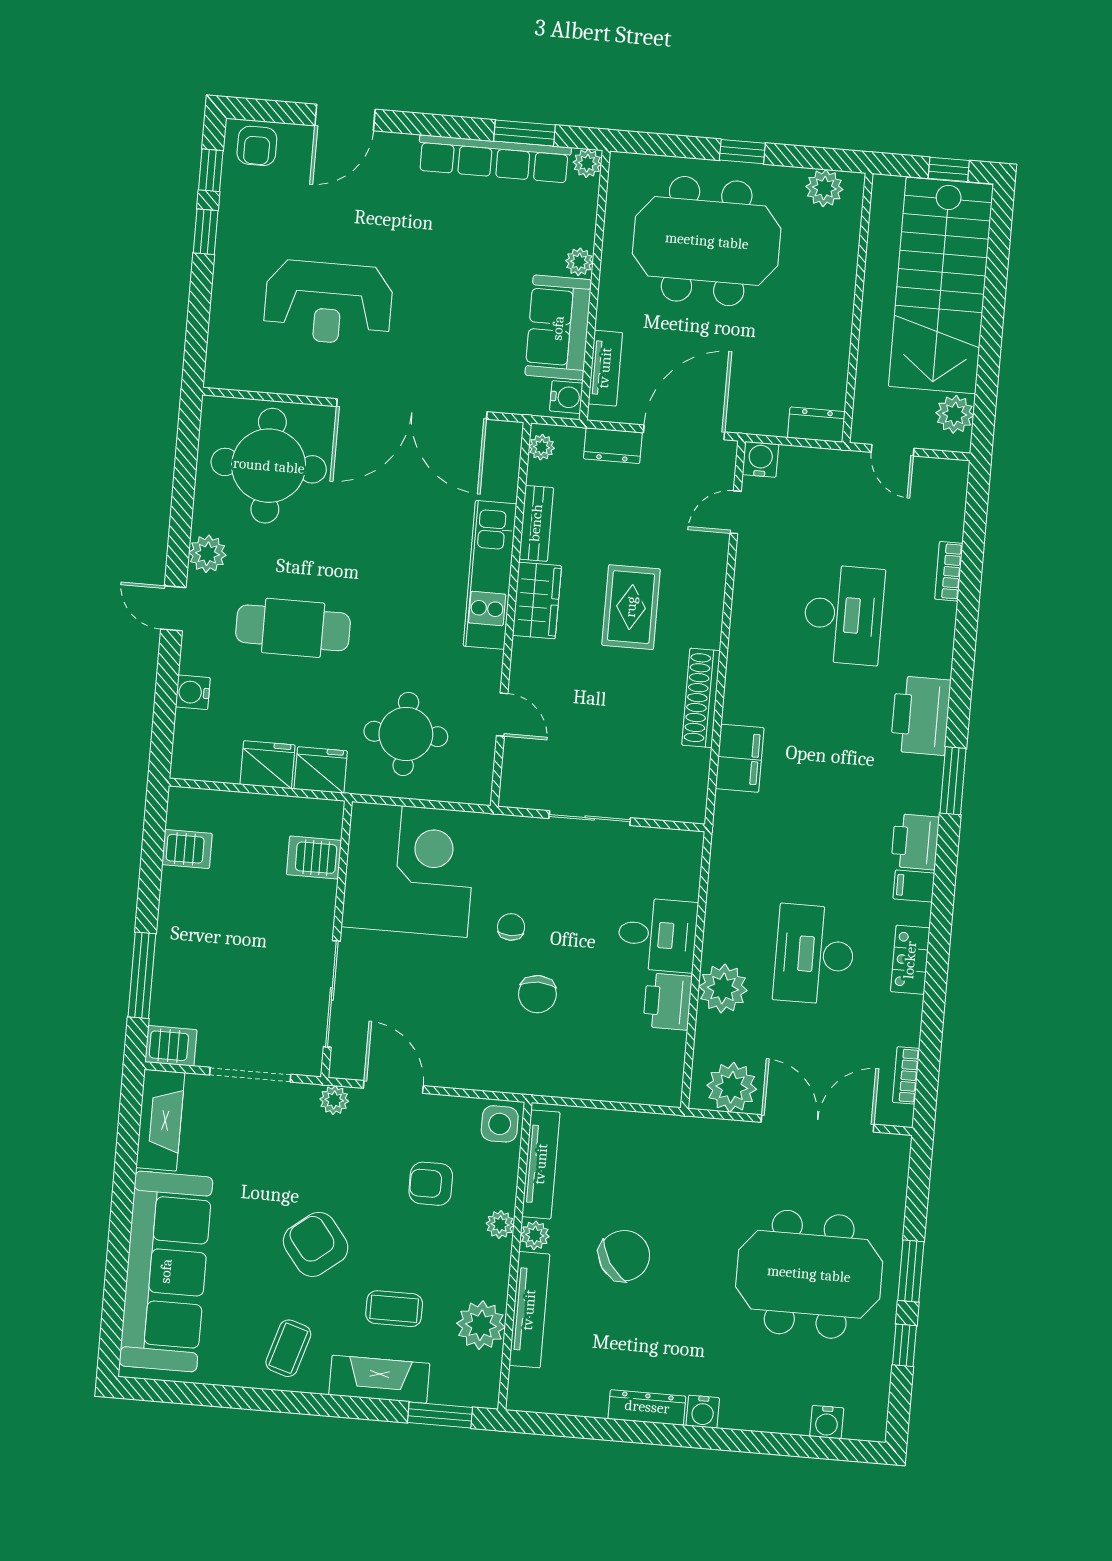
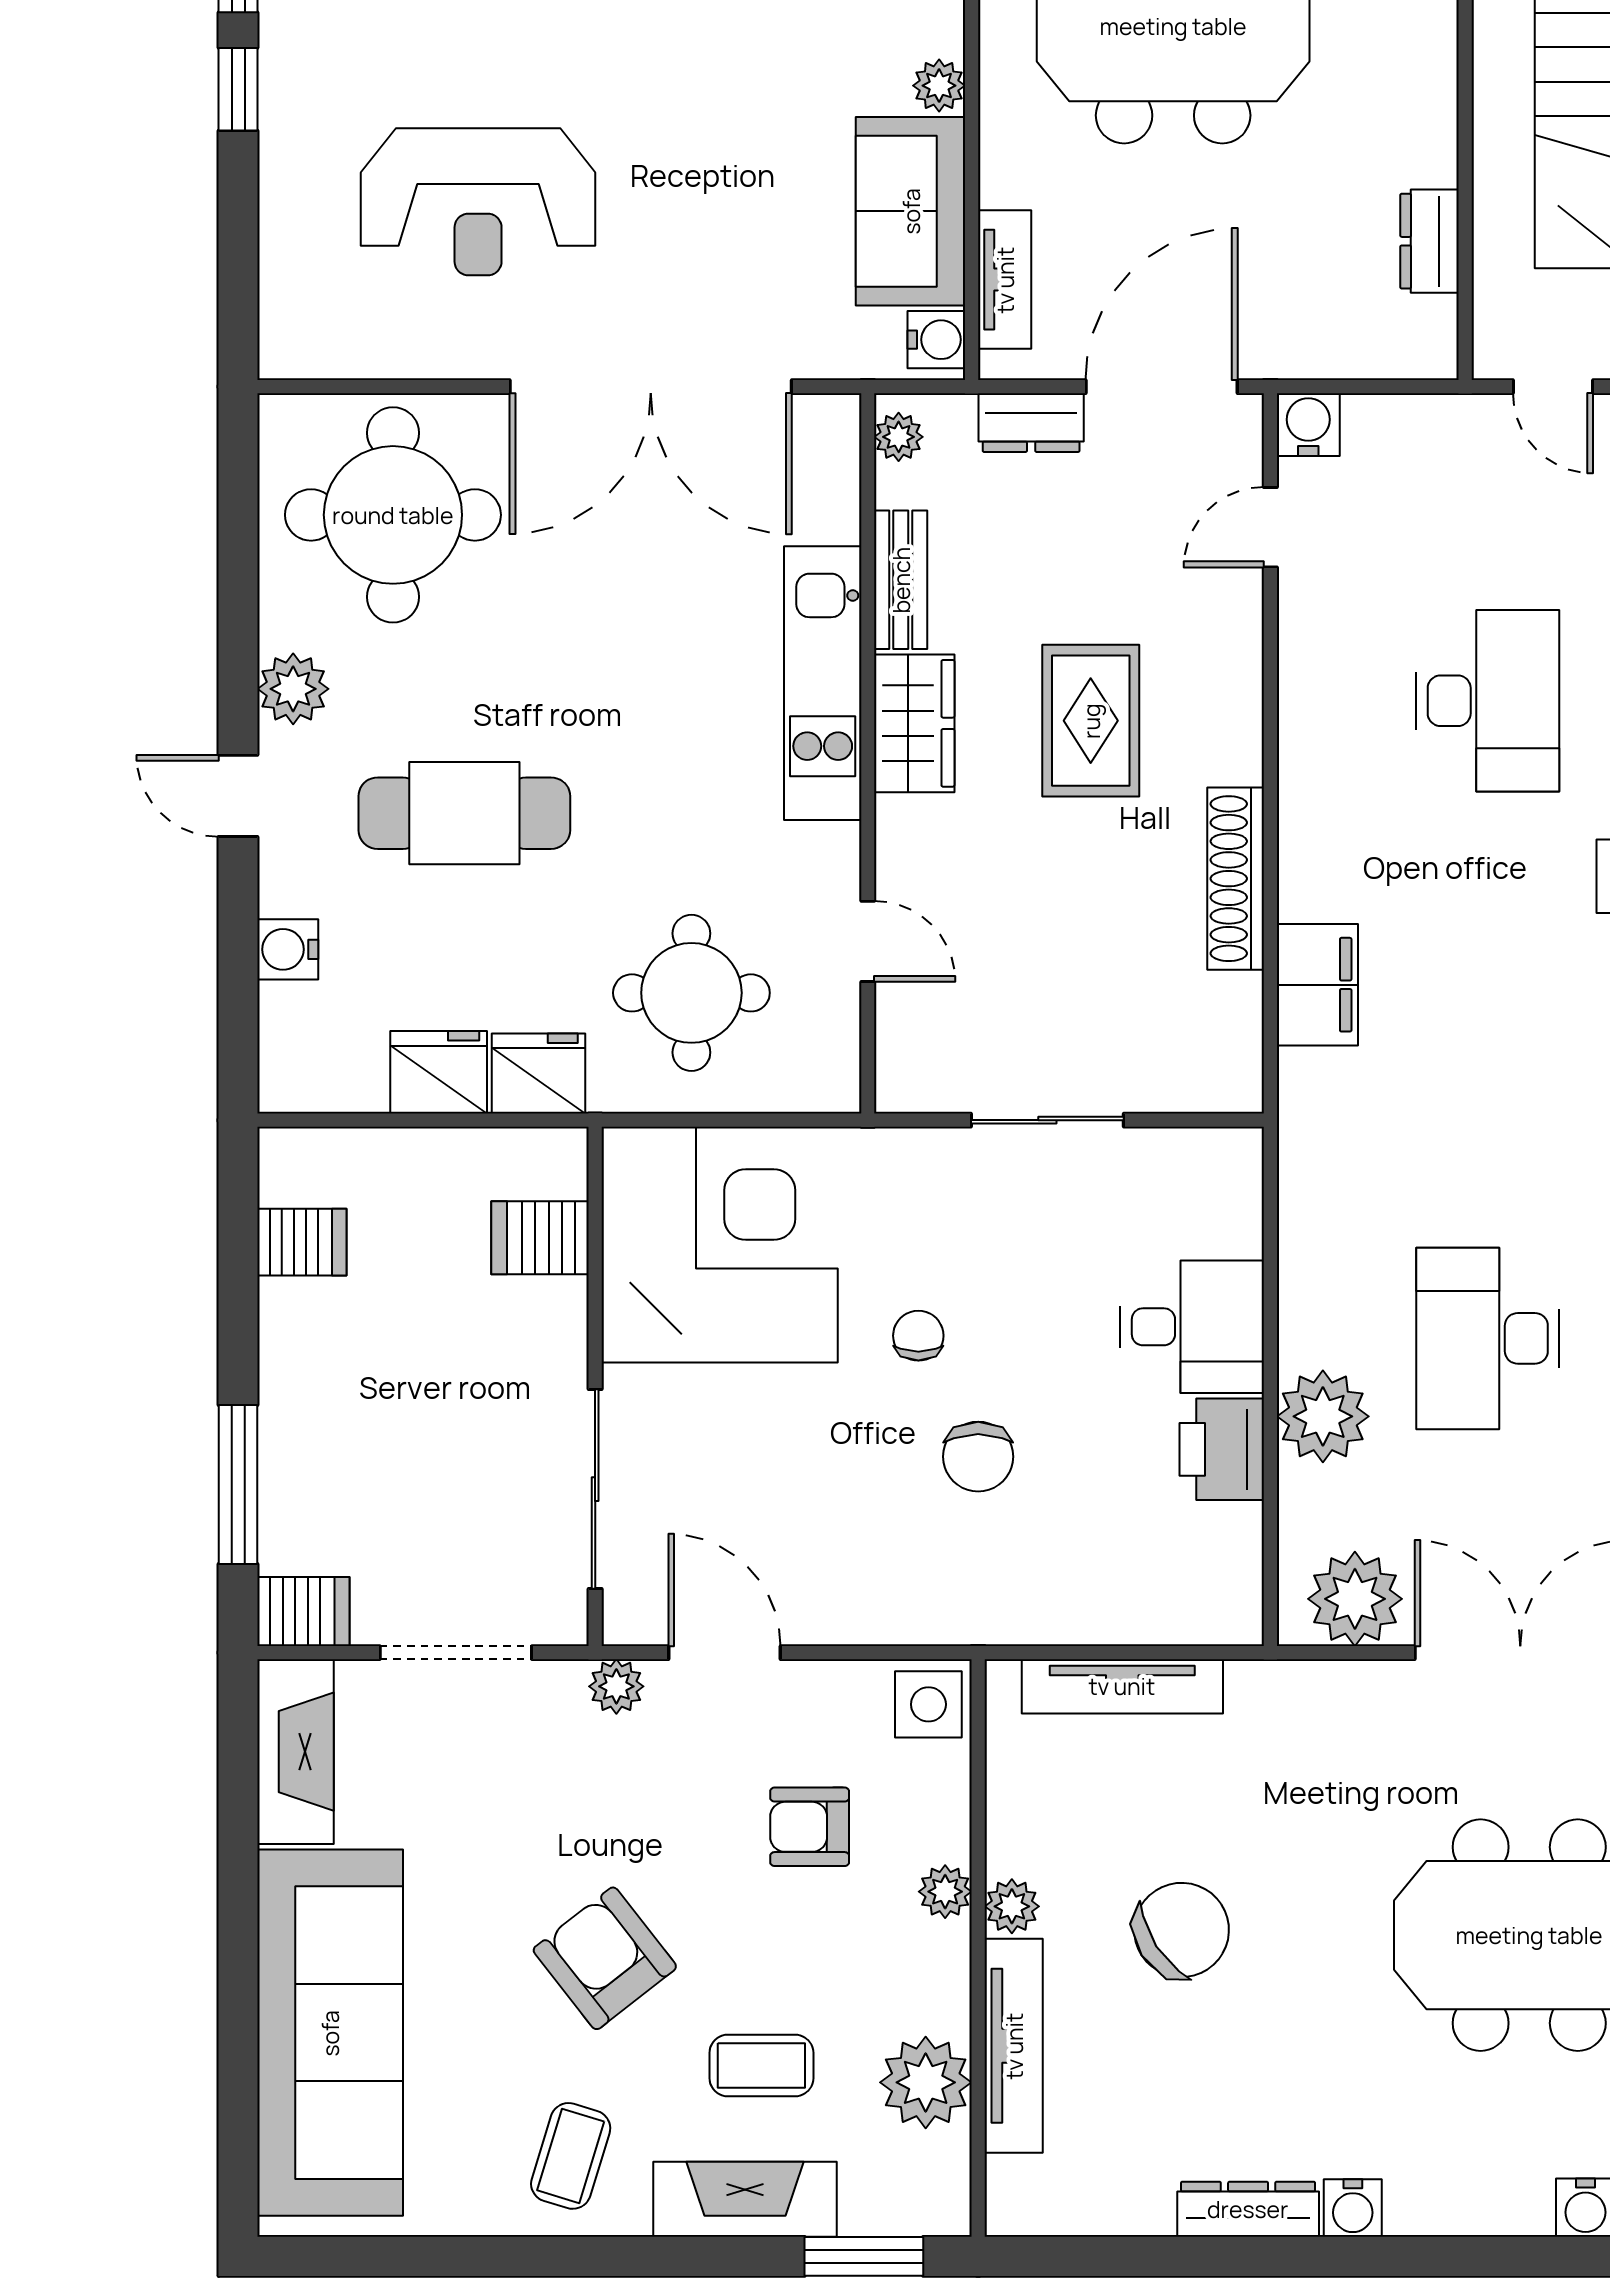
dresser: (816, 425) -> (1429, 241), moved, turned -90
tv unit: (541, 1164) -> (1122, 1686), moved, turned 90

